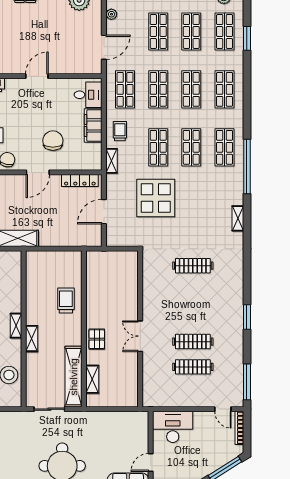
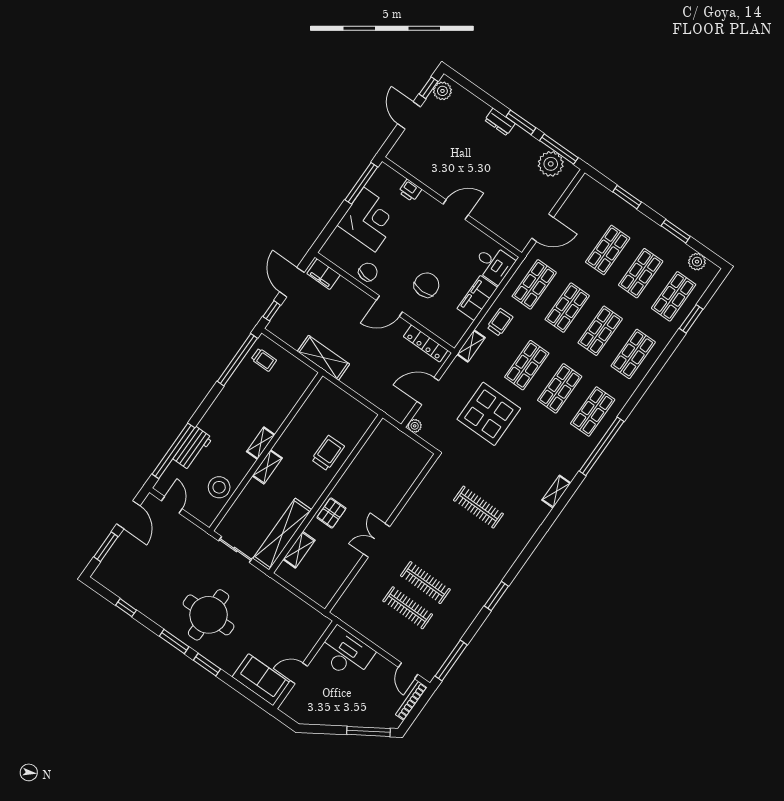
plant: (111, 14) -> (415, 426), moved

